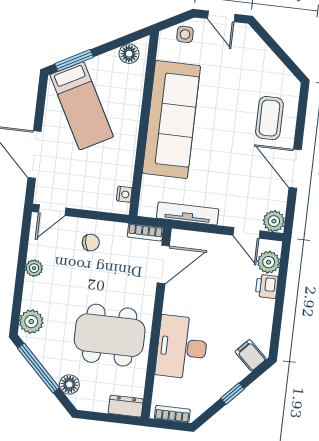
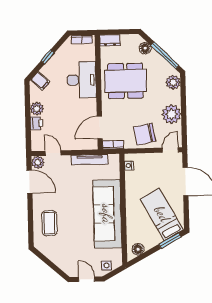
door: (295, 169) -> (29, 182), moved
chair: (91, 242) -> (145, 134), width x1.87, depth x1.87
plant: (269, 262) -> (37, 109), moved
plant: (34, 268) -> (172, 114), width x1.88, depth x1.88

